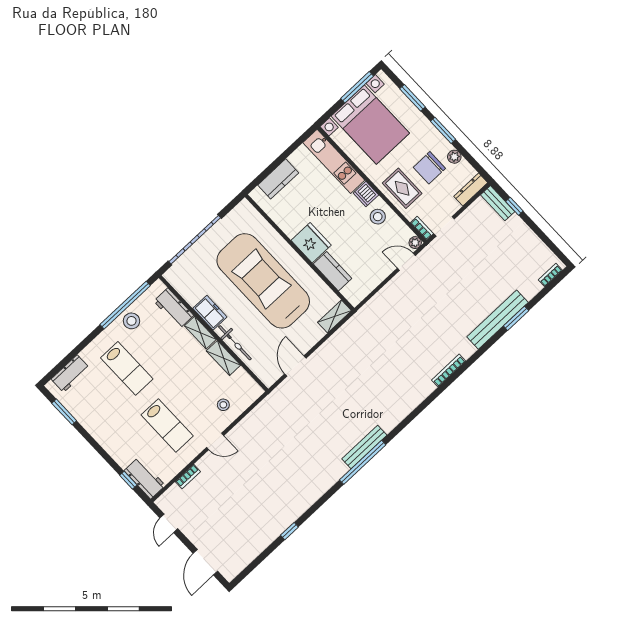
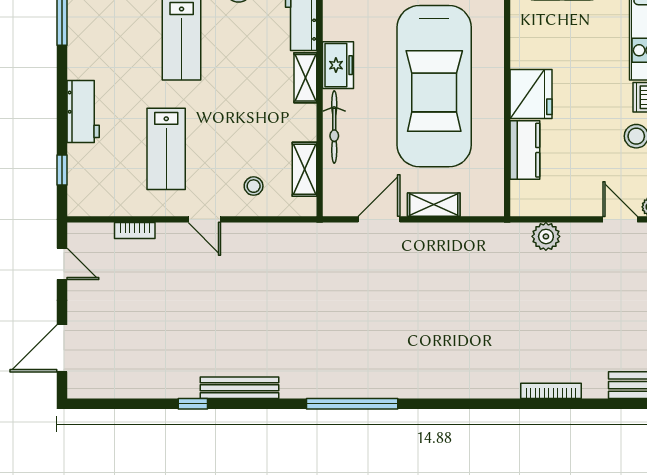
car: (263, 281) -> (434, 86), turned 180
plant: (380, 302) -> (546, 236), added
shelving: (334, 316) -> (434, 205), moved
shelving: (223, 358) -> (304, 169), moved
bench: (364, 447) -> (239, 388), moved
workbench: (145, 478) -> (83, 111), moved
door: (169, 523) -> (62, 264), swing flipped

